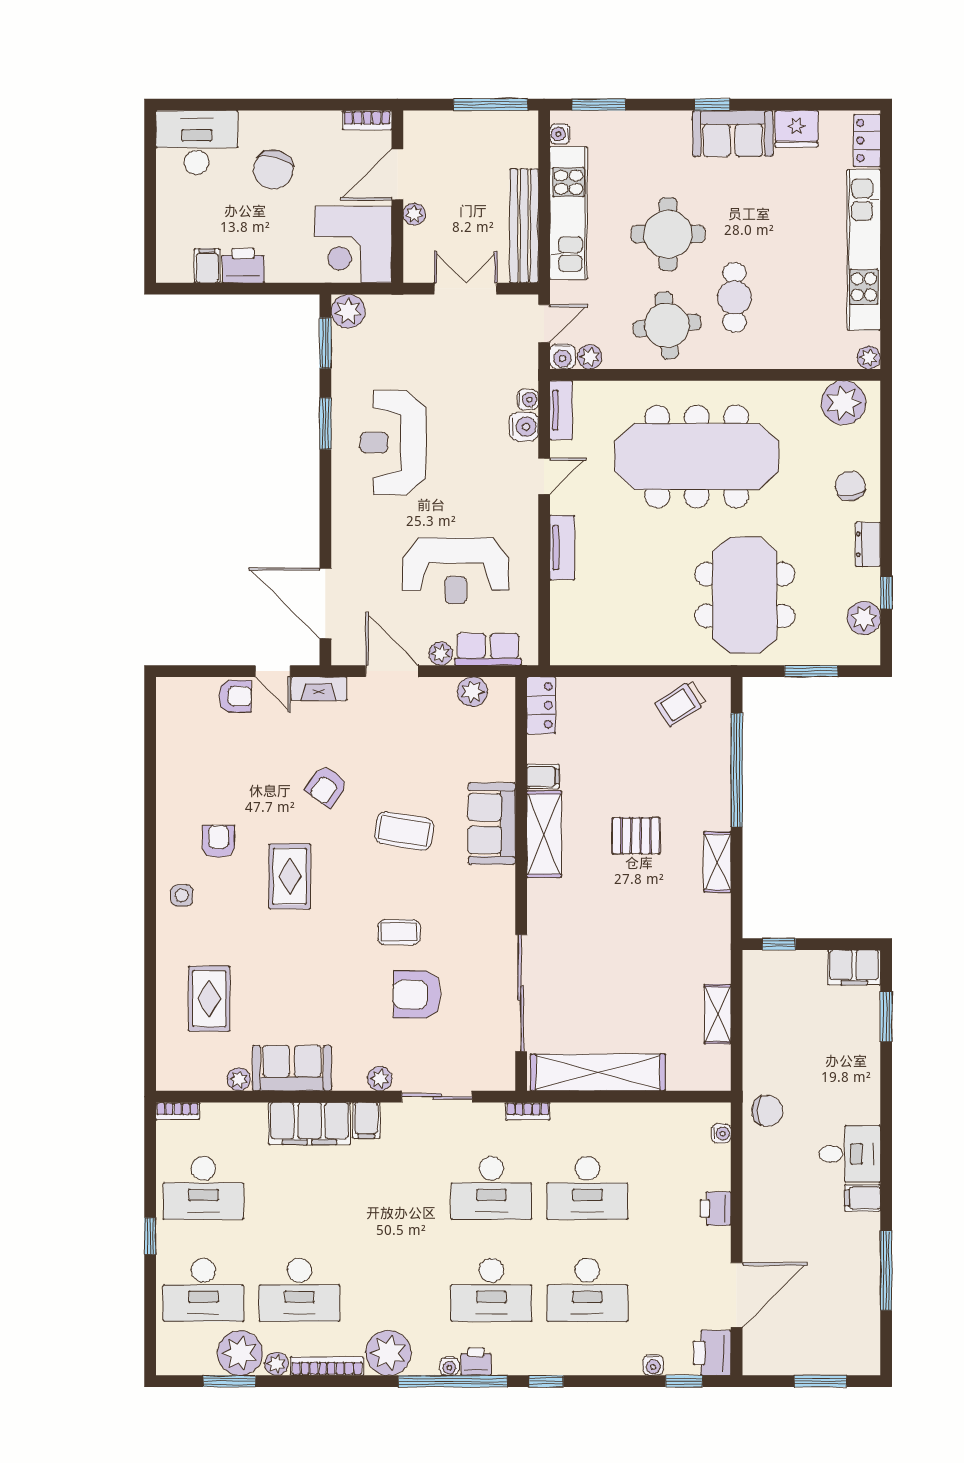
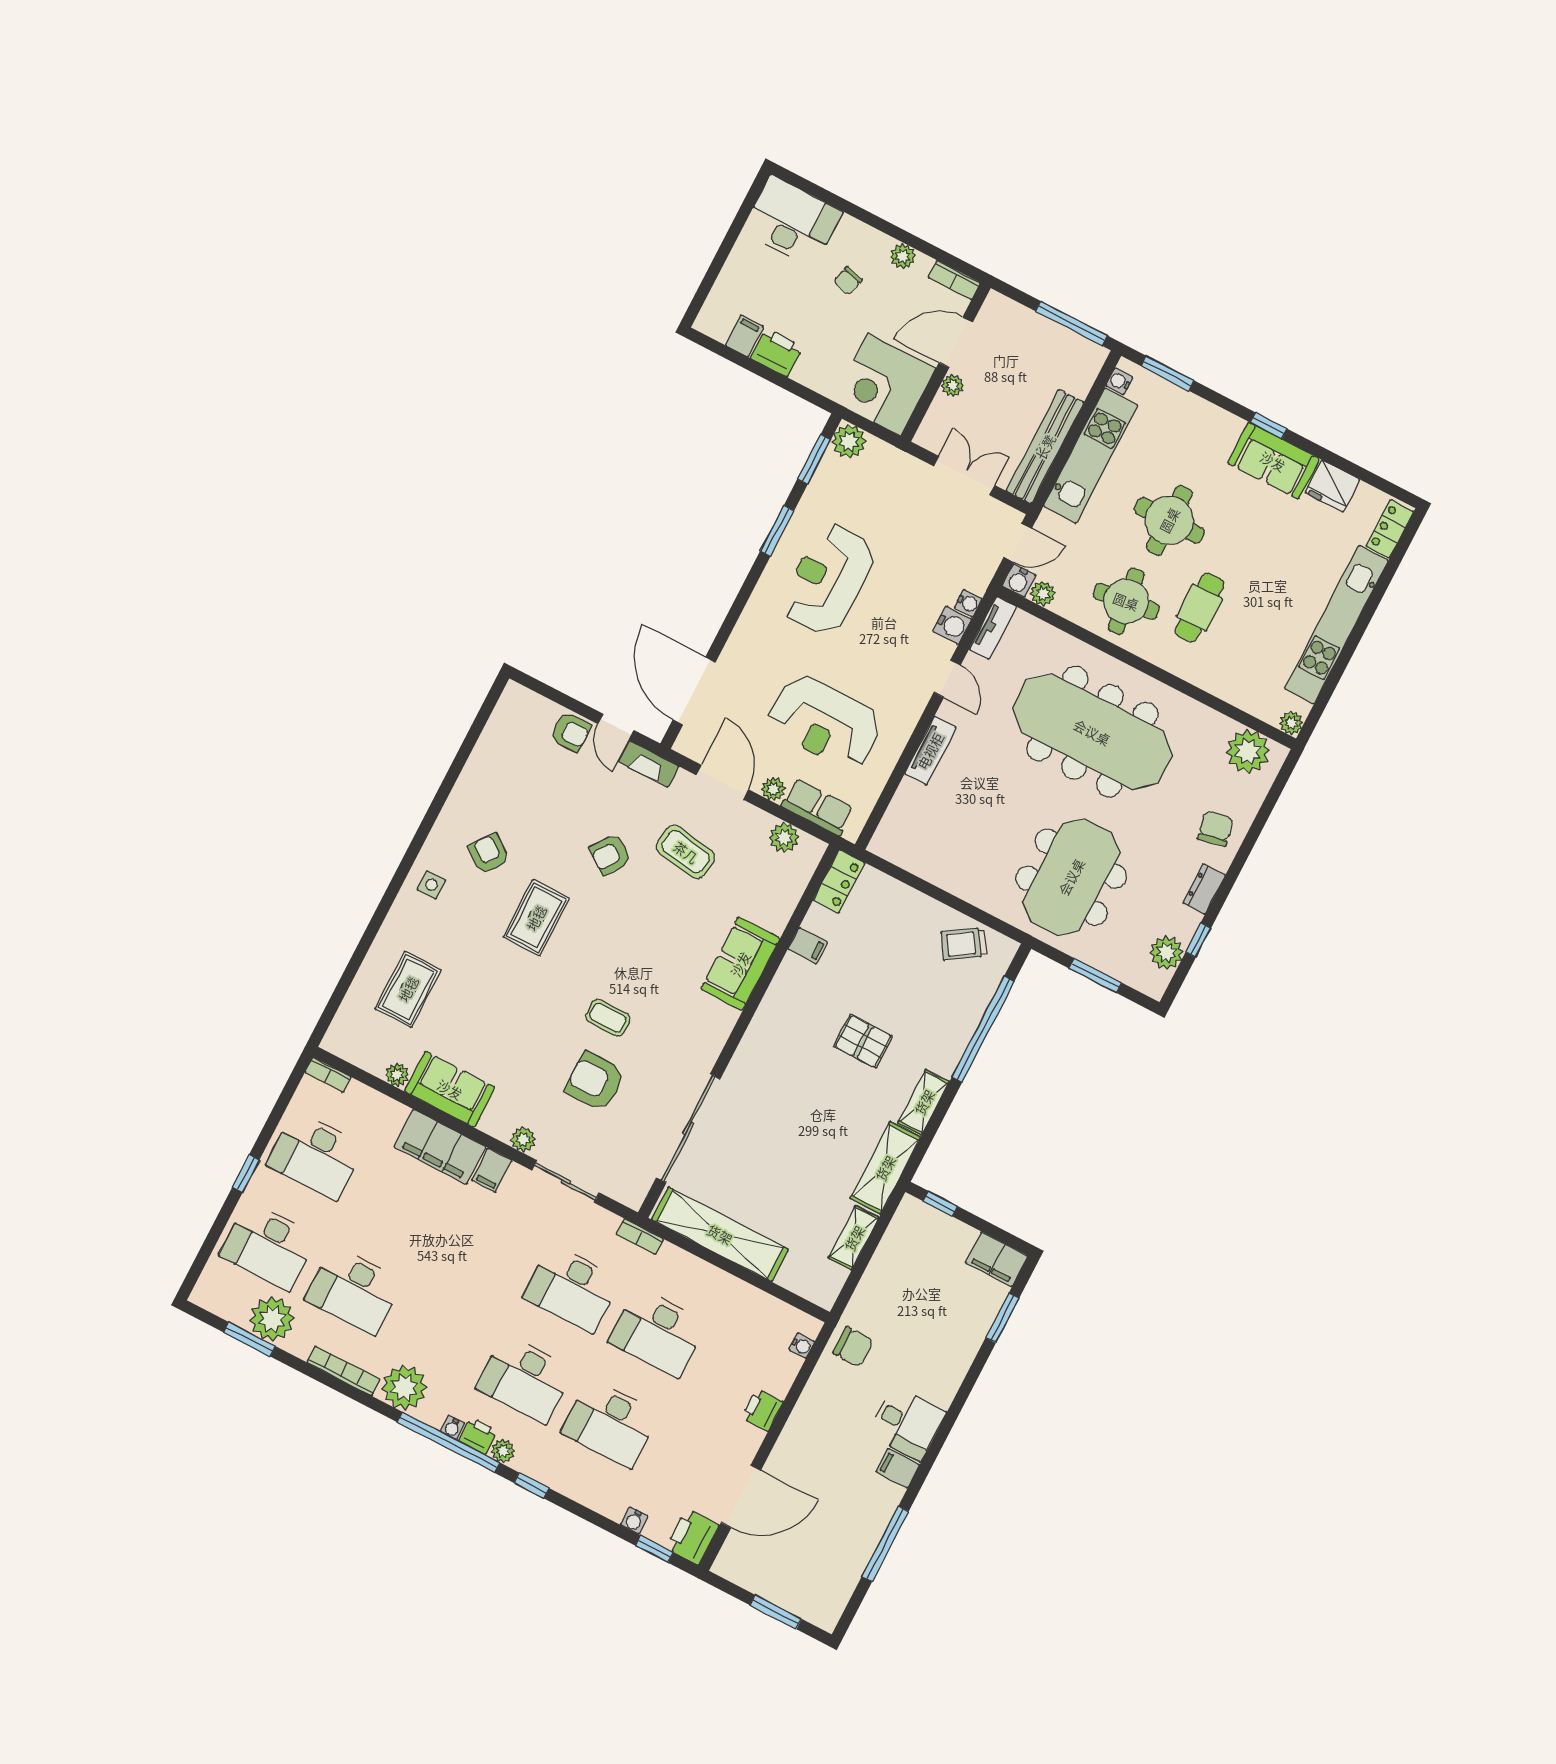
plant: (311, 123) -> (903, 256), added
chair: (273, 169) -> (848, 281), width x0.54, depth x0.54
door: (544, 476) -> (947, 679), hinge flipped
coffee table: (404, 831) -> (686, 852), moved
shelving: (544, 834) -> (885, 1168), moved
armchair: (218, 841) -> (489, 854), turned -53
plant: (276, 1364) -> (503, 1451), moved

